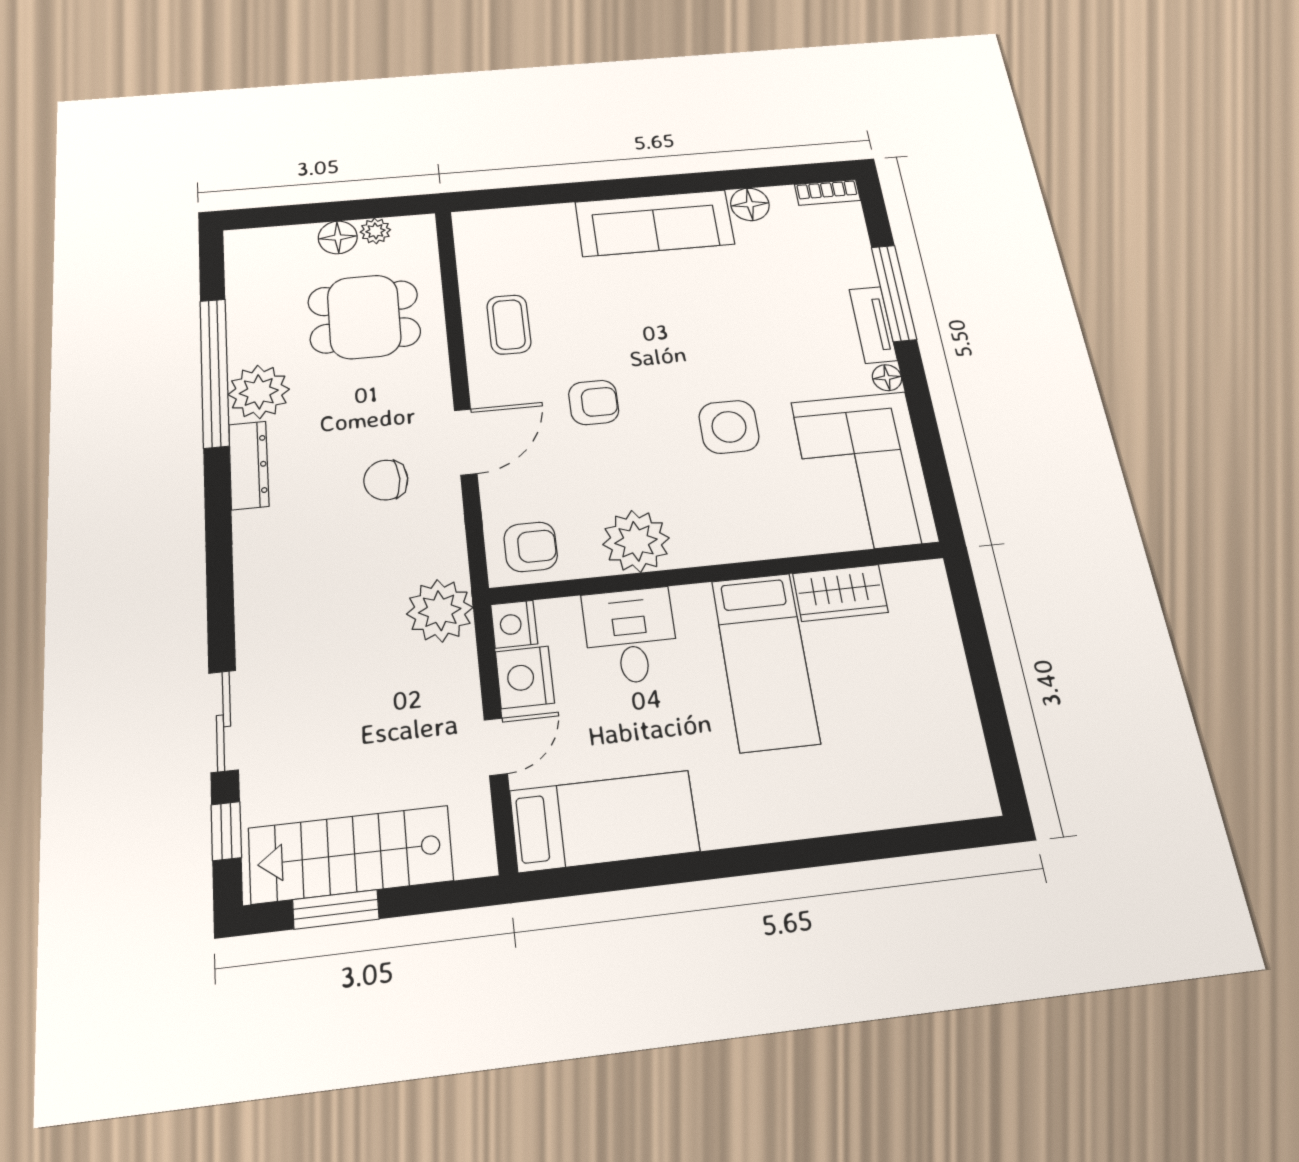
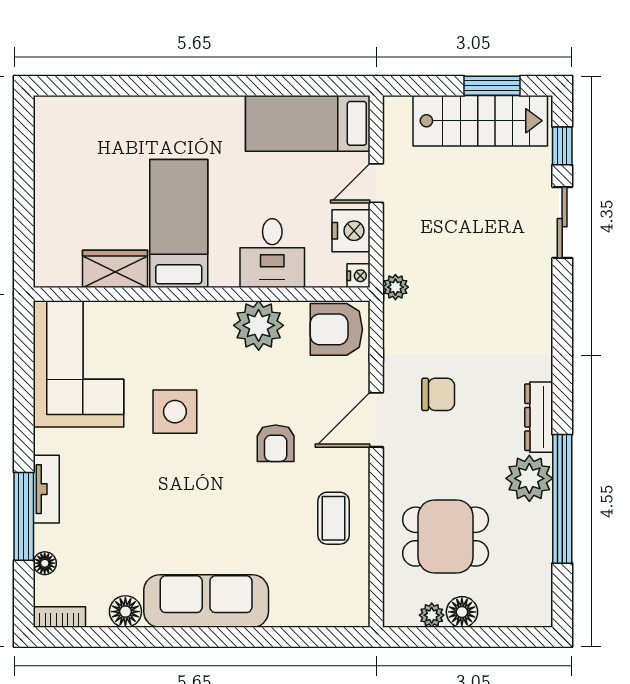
floor lamp: (887, 378) -> (45, 563), moved
armchair: (594, 402) -> (276, 443), turned -90
armchair: (531, 547) -> (336, 329), width x1.38, depth x1.38
plant: (440, 611) -> (395, 287), width x0.53, depth x0.53
nightstand: (514, 624) -> (359, 276), width x0.72, depth x0.74

